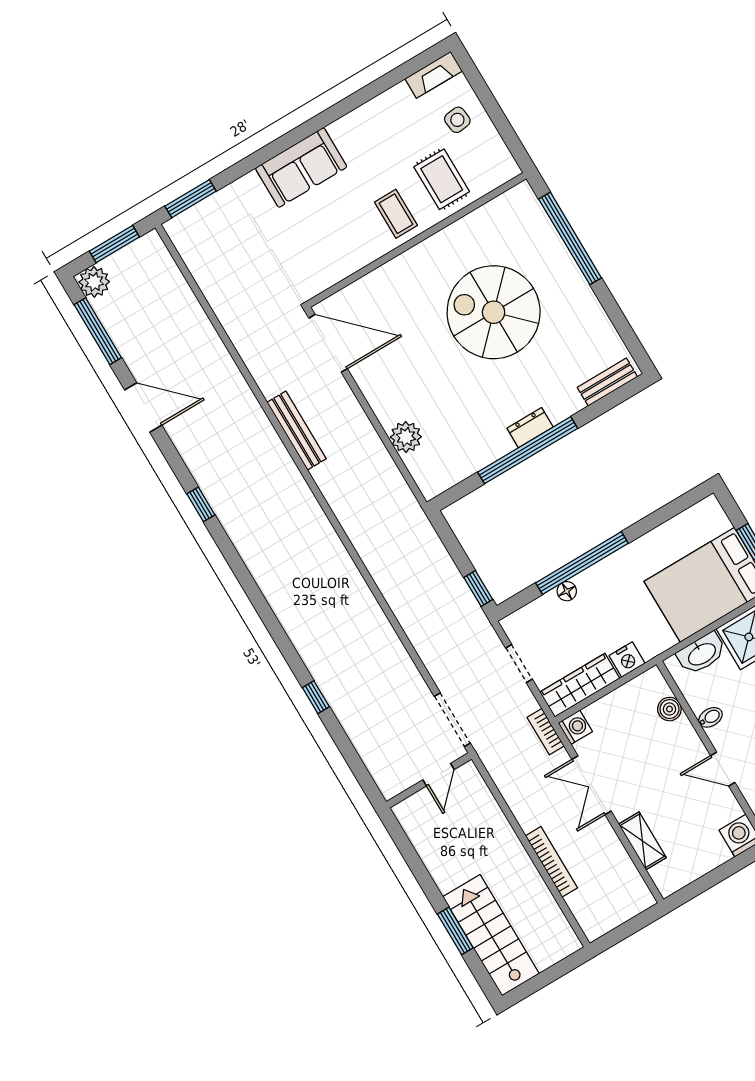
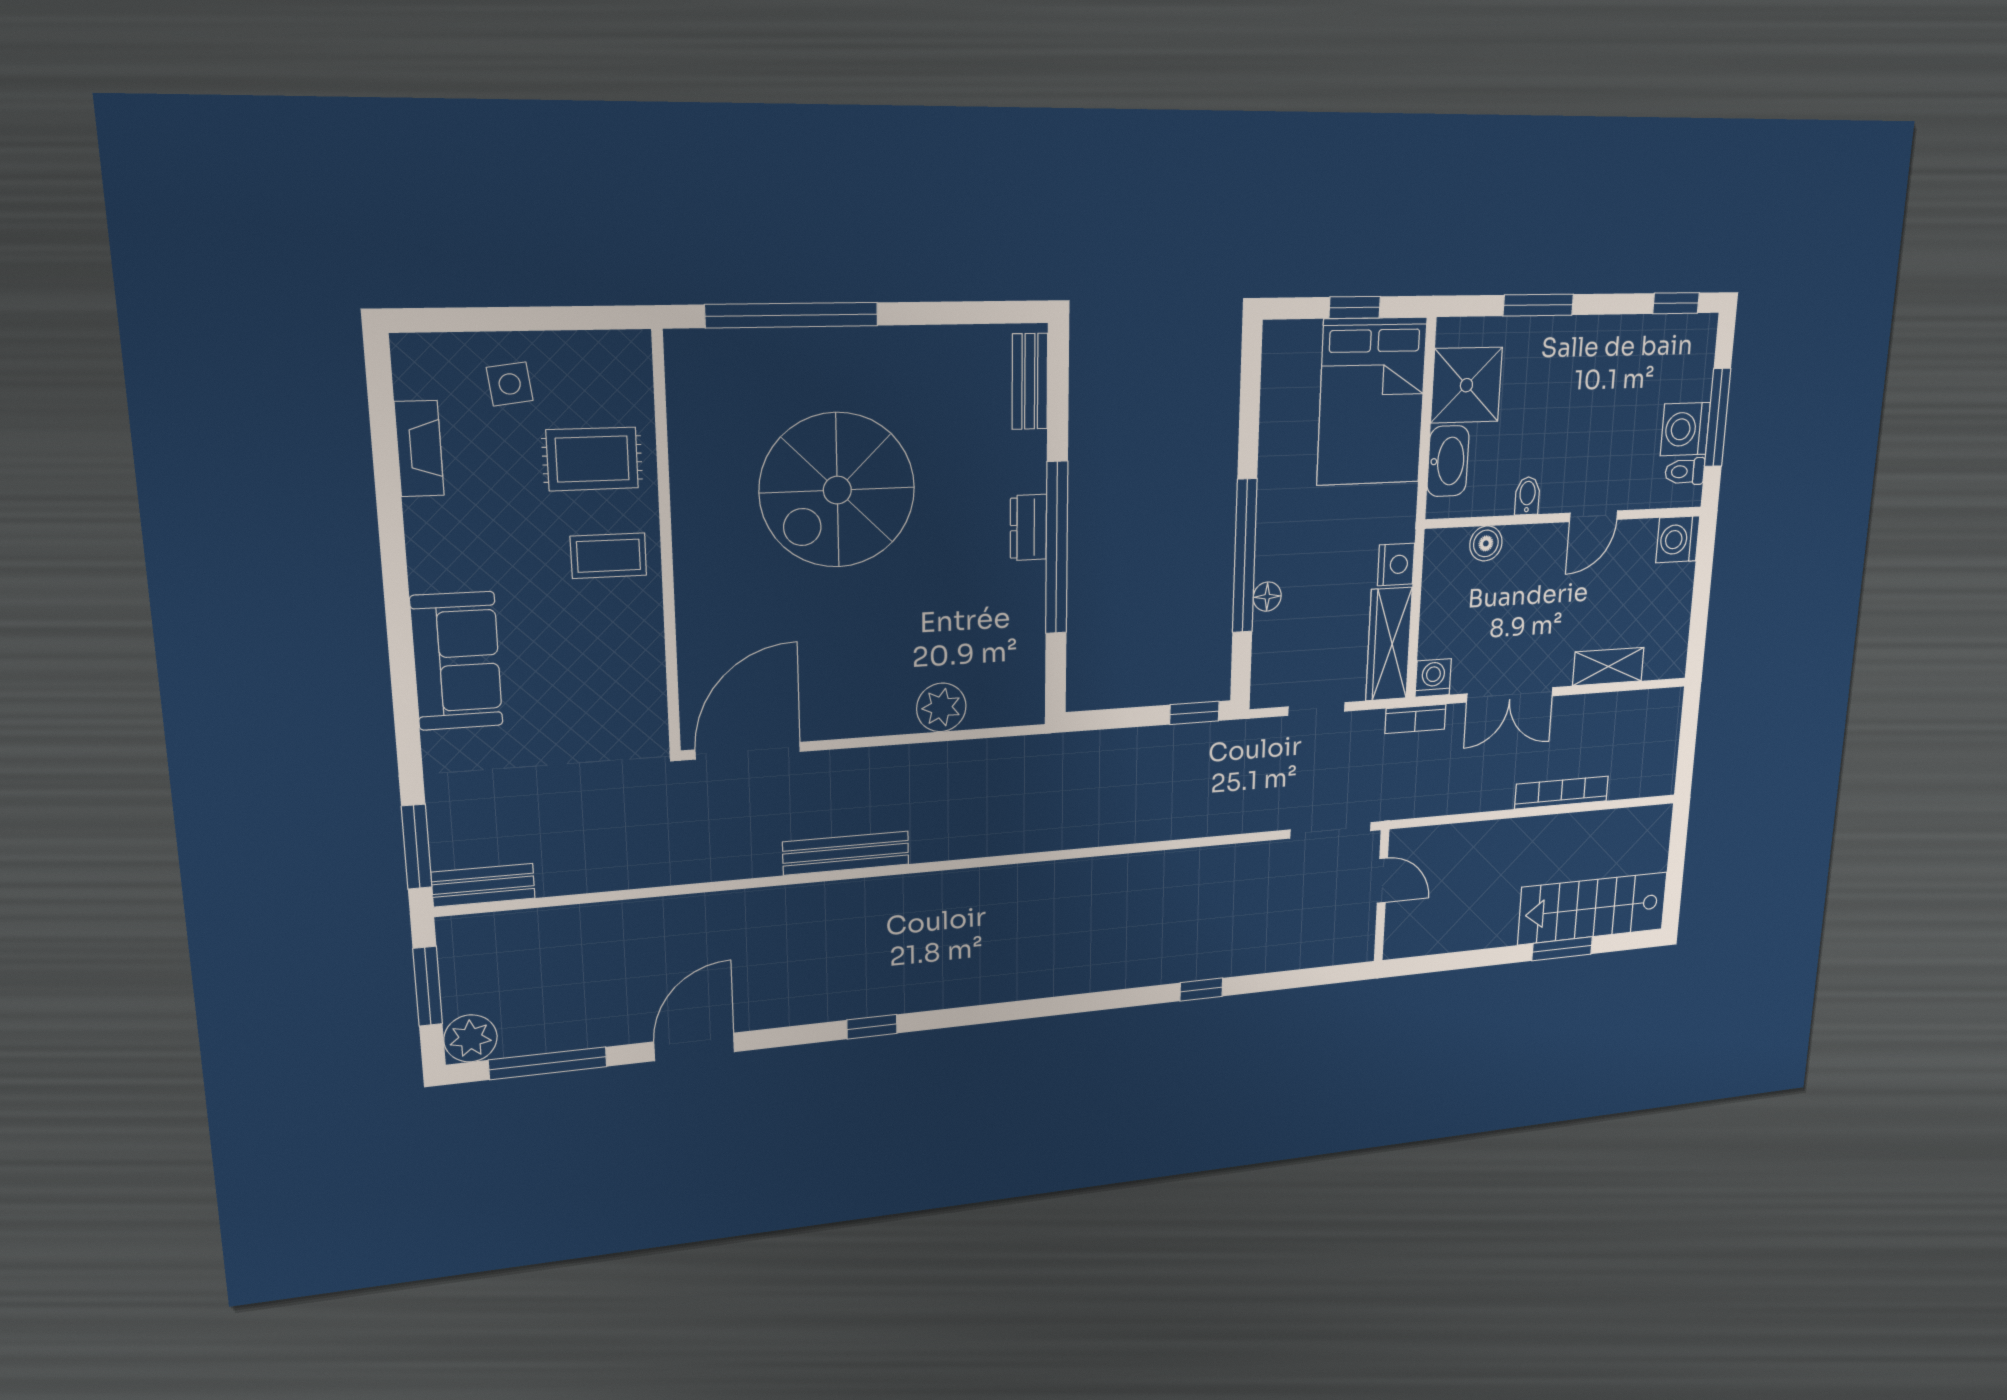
fireplace: (434, 75) -> (419, 449), moved
bench: (185, 244) -> (483, 885), added

